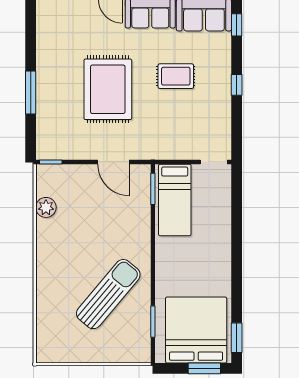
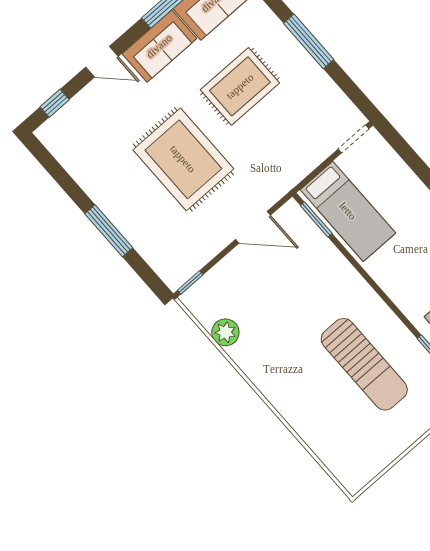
rug: (176, 76) -> (240, 86), width x1.36, depth x1.43
window: (237, 85) -> (309, 41), width x2.17
sun lounger: (108, 294) -> (364, 364), turned 140

